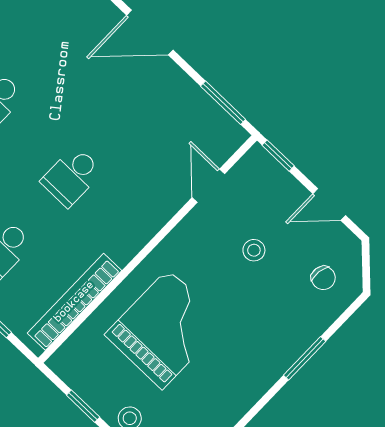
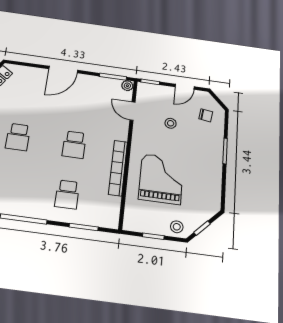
plant: (235, 136) -> (127, 86), added
bookcase: (74, 302) -> (118, 168), moved

